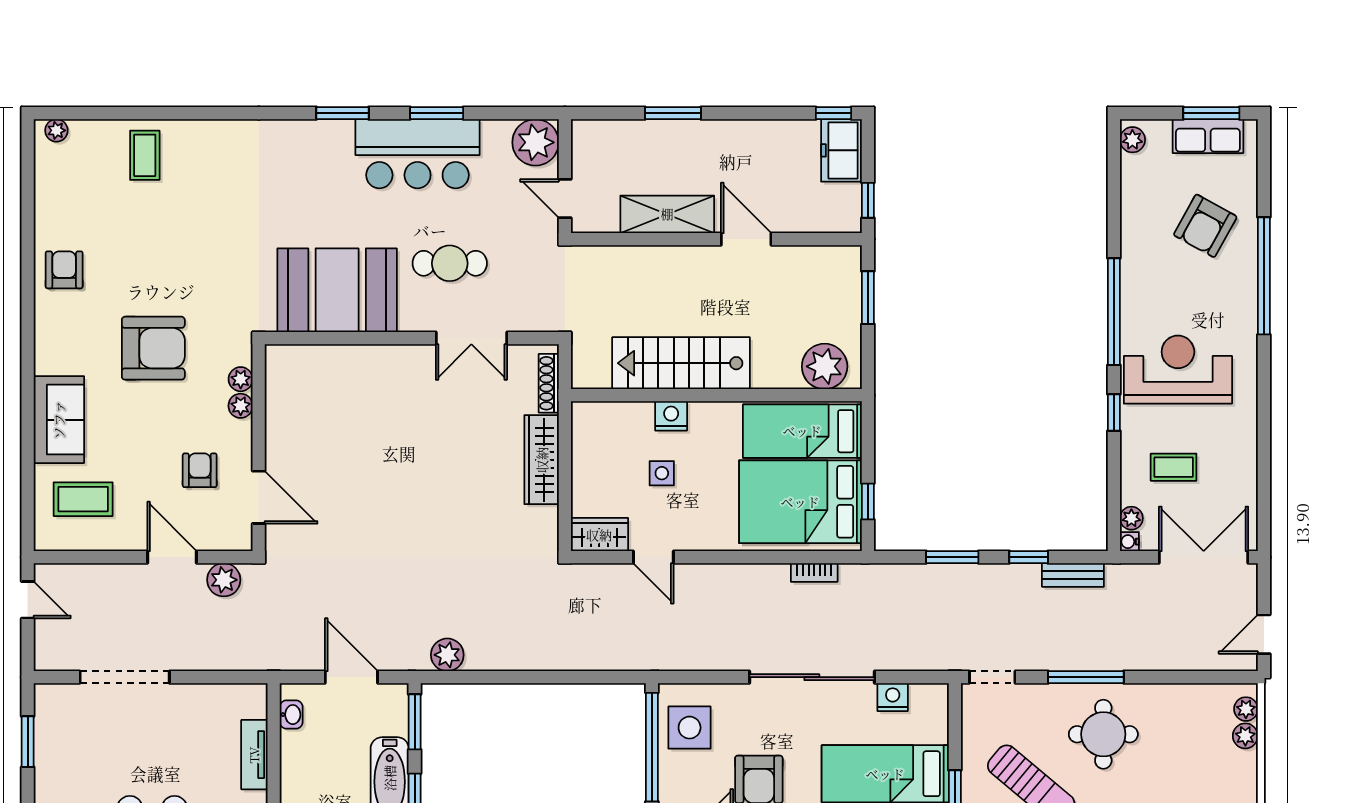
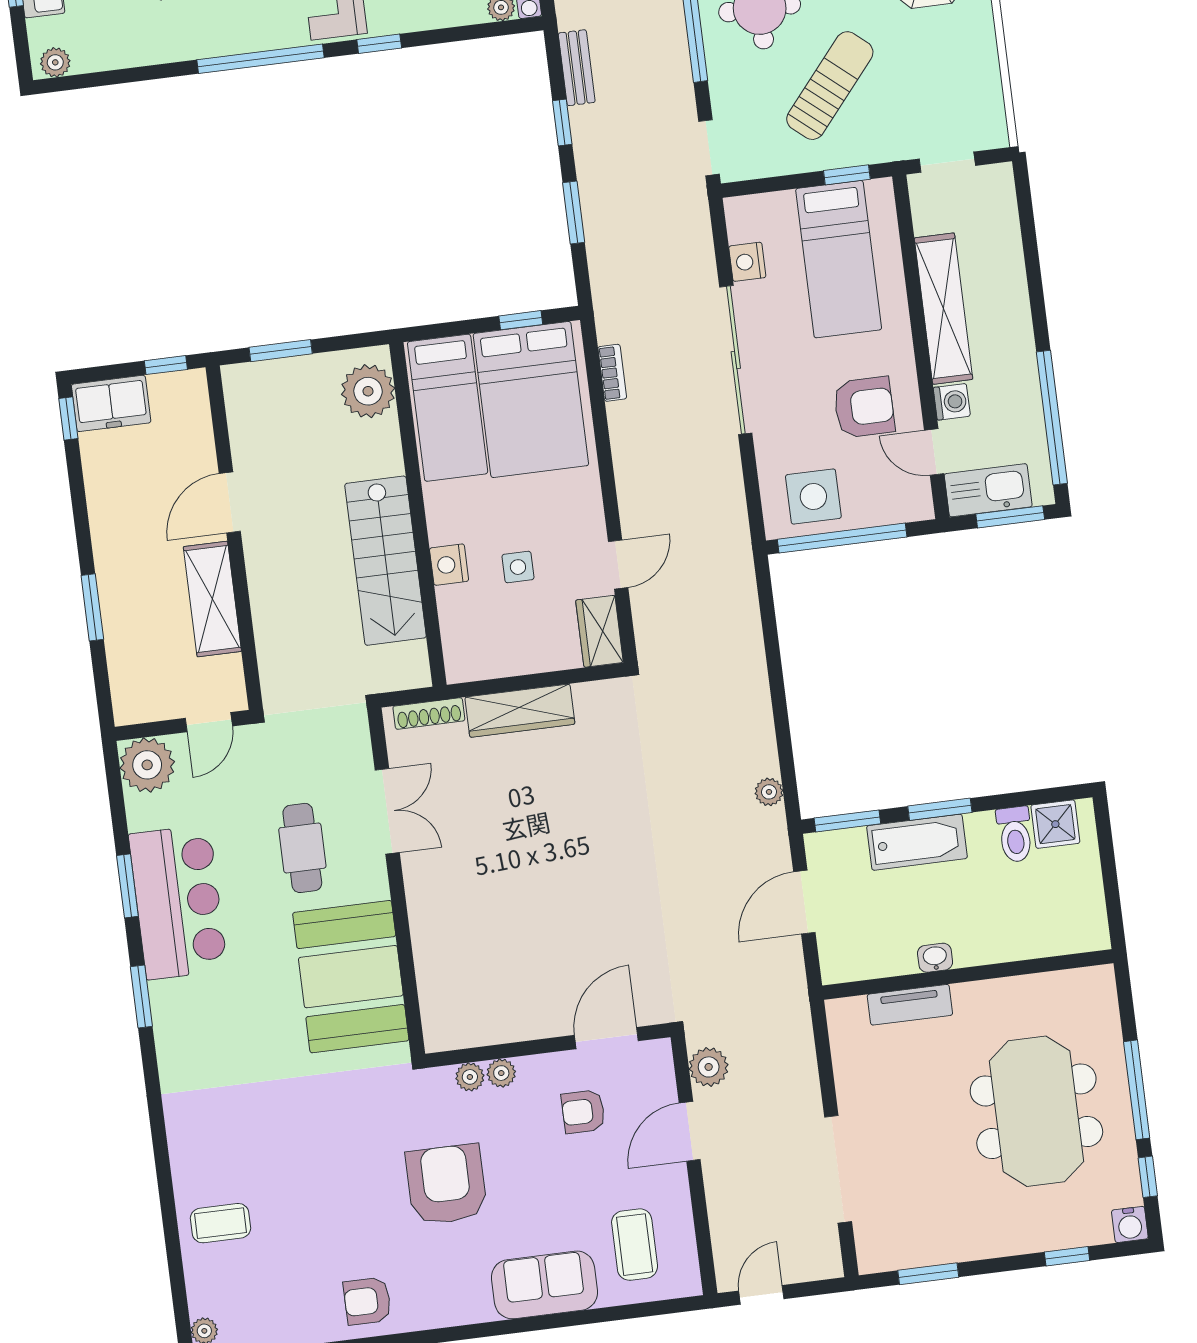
plant: (447, 655) -> (769, 792), width x0.73, depth x0.73
washbasin: (291, 715) -> (935, 958), moved

